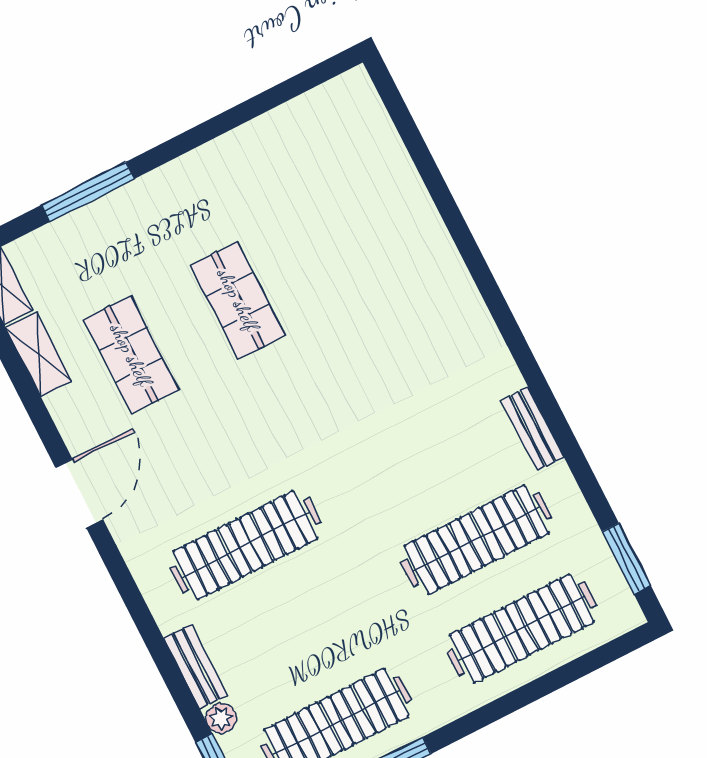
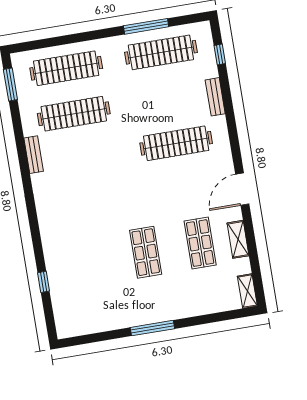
window: (429, 172) -> (43, 282), added
window: (88, 192) -> (152, 328), moved
shelving: (39, 355) -> (238, 239), moved
plant: (221, 718) -> (211, 70), removed

